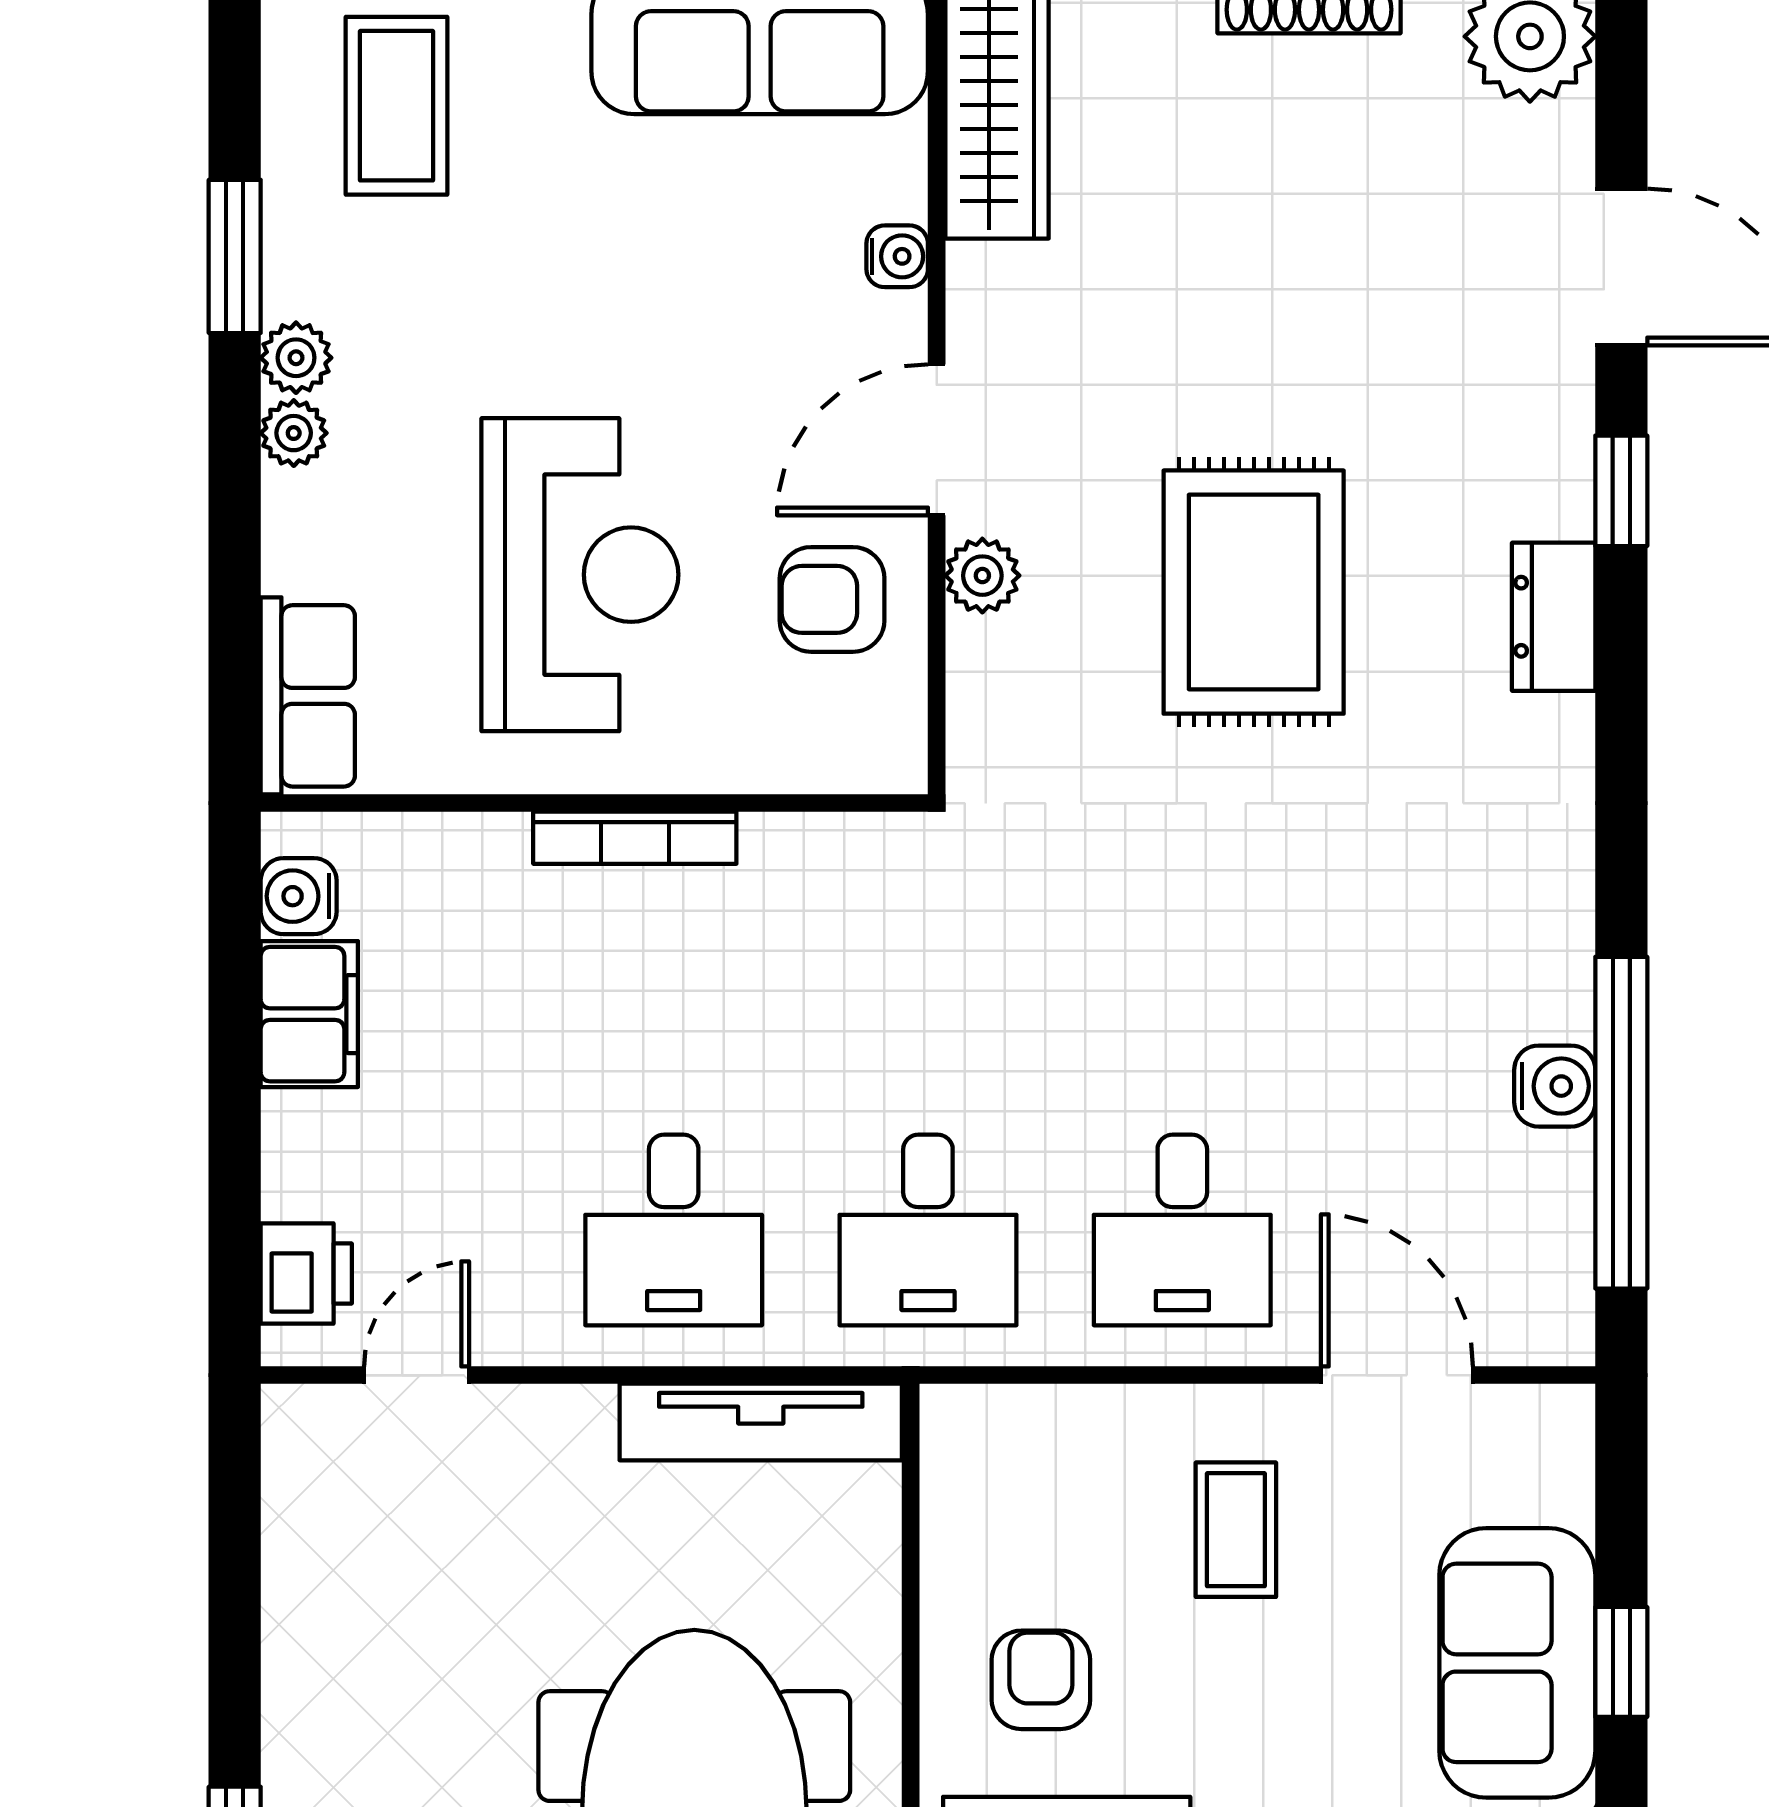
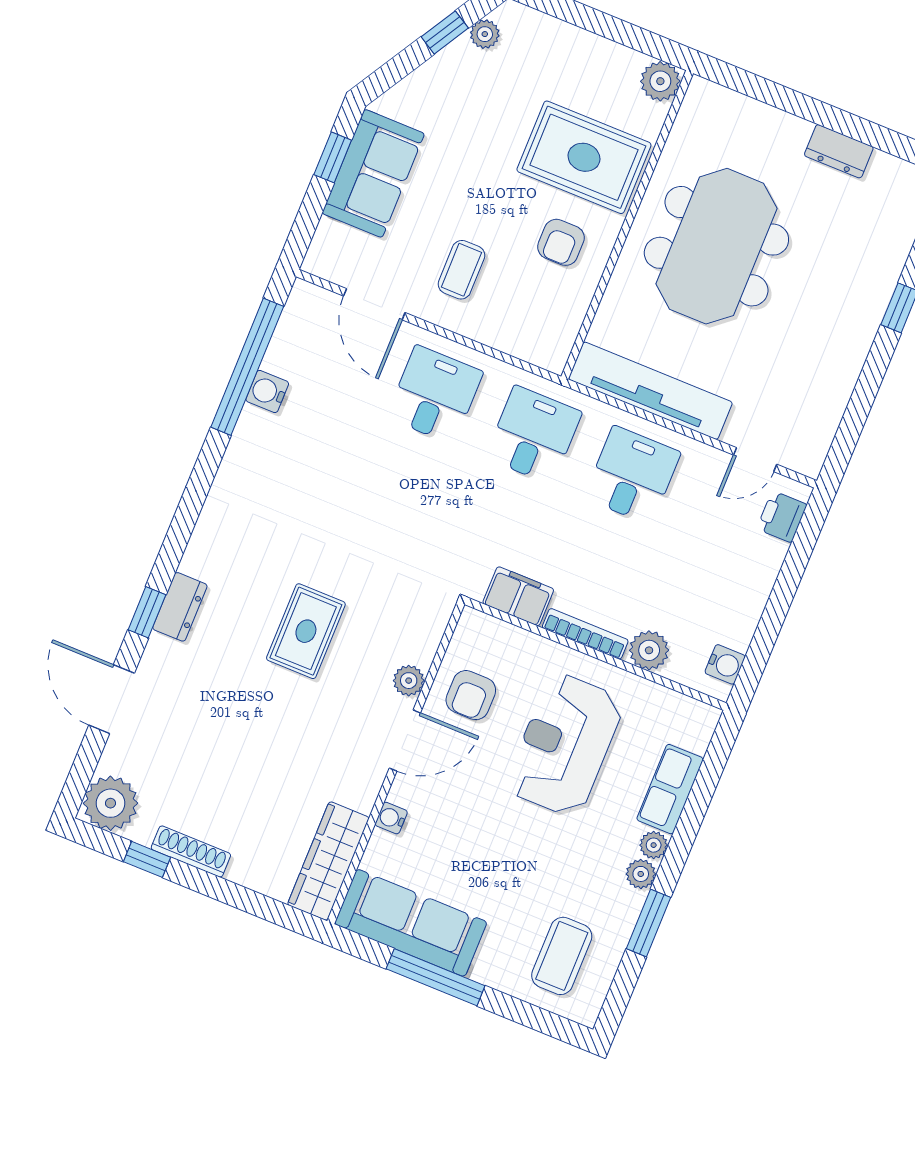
rug: (1254, 592) -> (306, 631), width x0.73, depth x0.70
armchair: (832, 599) -> (471, 695), turned 90
dresser: (1554, 617) -> (180, 607), moved
row of seats: (308, 696) -> (670, 789), moved
plant: (479, 859) -> (649, 650), added
filing cabinet: (309, 1014) -> (518, 596), moved, turned 90
tv unit: (761, 1422) -> (650, 391), width x1.36, depth x1.29

